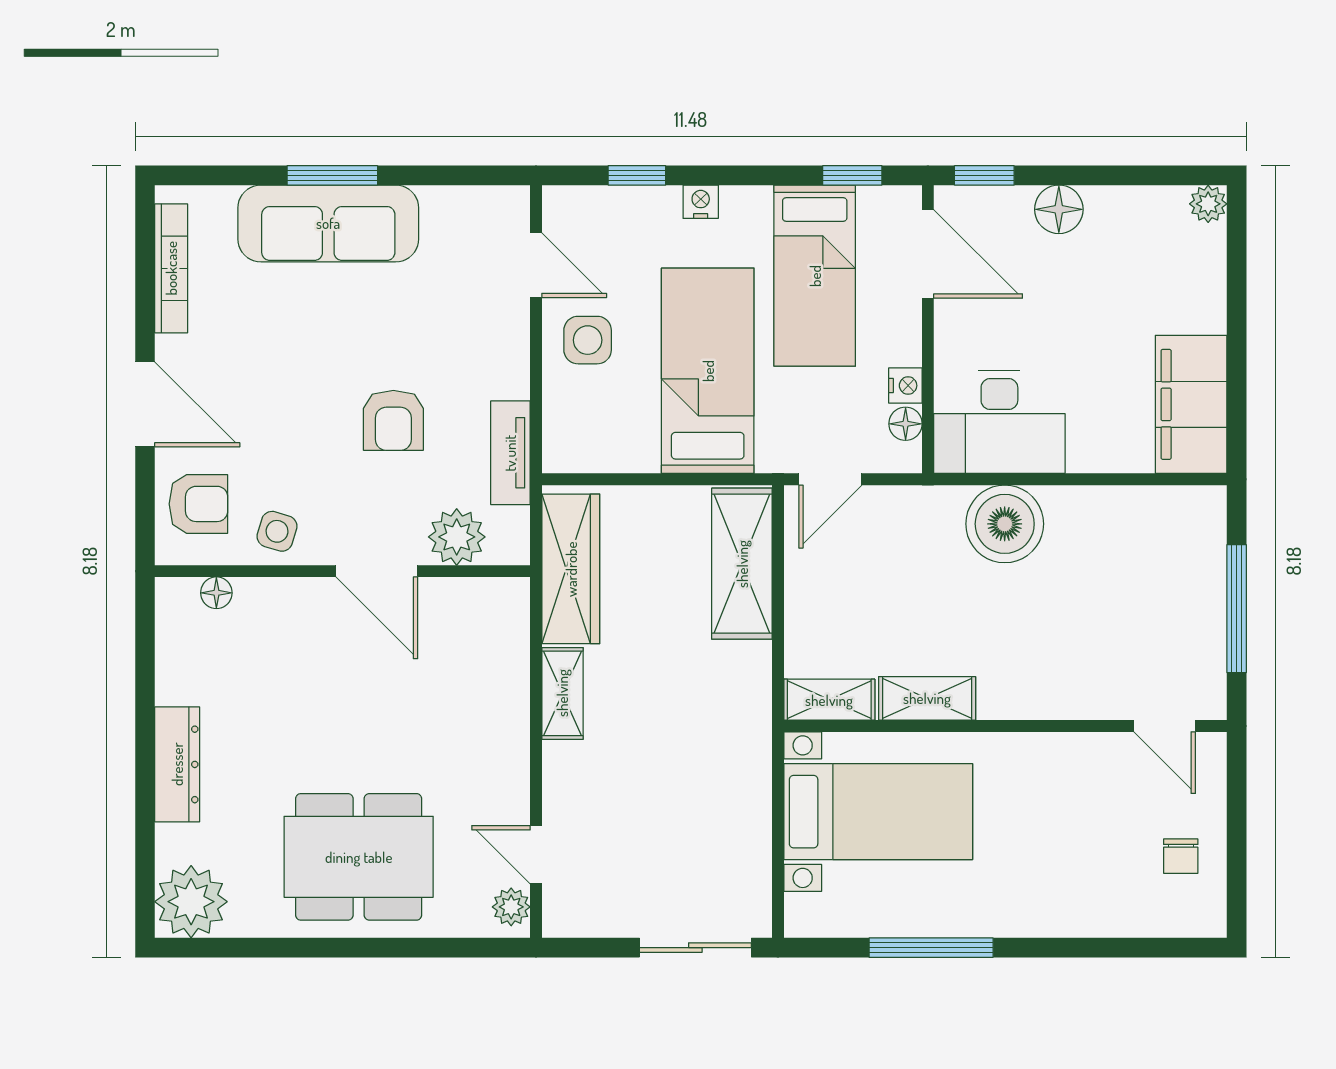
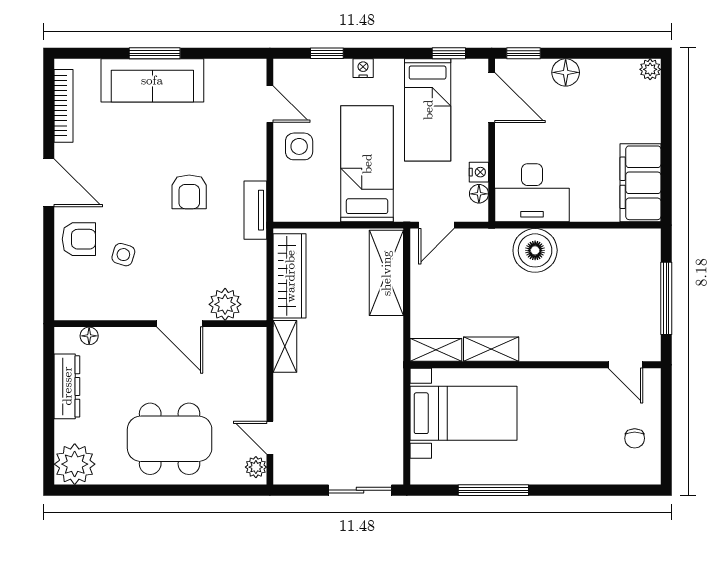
plant: (457, 537) -> (225, 304), moved
wall: (342, 571) -> (160, 324), moved
door: (377, 571) -> (180, 324), moved
floor lamp: (216, 593) -> (89, 336), moved

